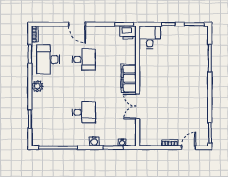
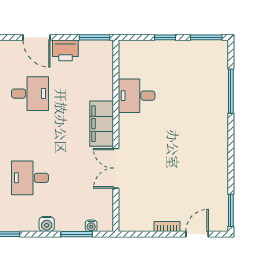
door: (77, 24) -> (37, 37), moved
printer: (128, 32) -> (65, 50), moved
desk: (150, 37) -> (137, 96), moved, turned -90
desk: (84, 112) -> (30, 178), turned 180

